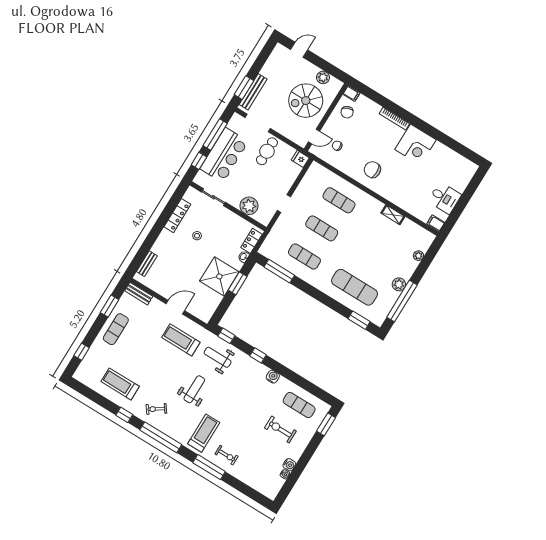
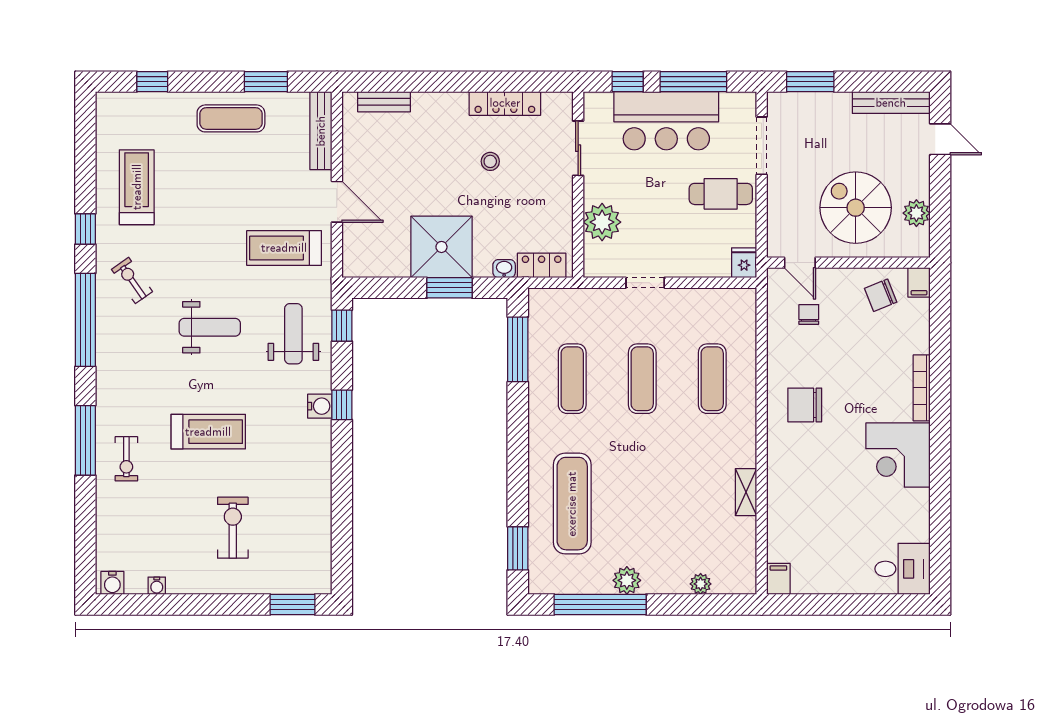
bench: (253, 92) -> (891, 103), moved
chair: (372, 170) -> (805, 405), turned -90
desk: (445, 198) -> (902, 569), moved, turned -90
bench: (139, 294) -> (321, 131), width x1.36
treadmill: (181, 340) -> (284, 248), turned -90
water cooler: (273, 377) -> (320, 406), moved
exercise mat: (299, 405) -> (298, 534), removed
treadmill: (204, 433) -> (208, 432), moved
water cooler: (289, 465) -> (112, 583), moved

